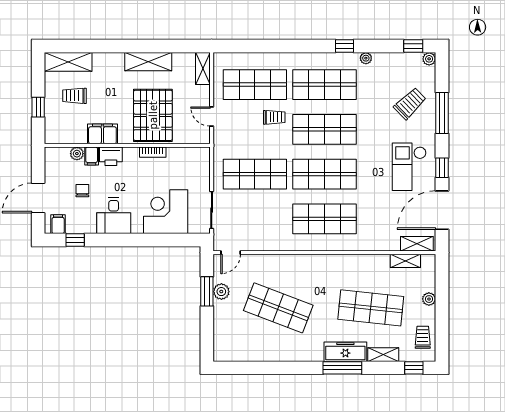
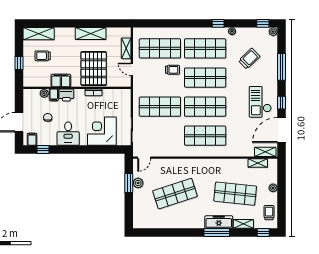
shelving: (203, 68) -> (126, 48), moved
trolley: (410, 103) -> (249, 59), moved
shop shelf: (278, 308) -> (175, 194), turned -39

